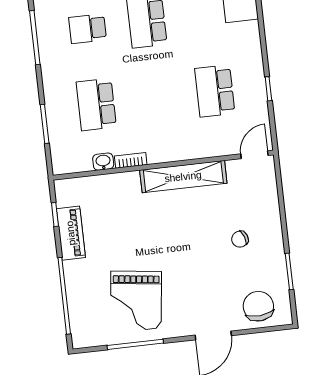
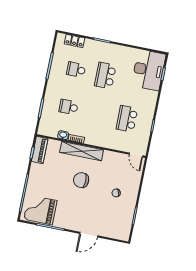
school desk: (96, 104) -> (69, 107), width x0.54
door: (254, 155) -> (136, 155), swing flipped
shelving: (183, 177) -> (82, 151), moved
piano: (71, 233) -> (40, 150), moved
grand piano: (136, 300) -> (40, 210), moved, turned 83
chair: (258, 306) -> (81, 180), moved, turned -85

